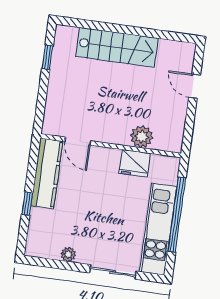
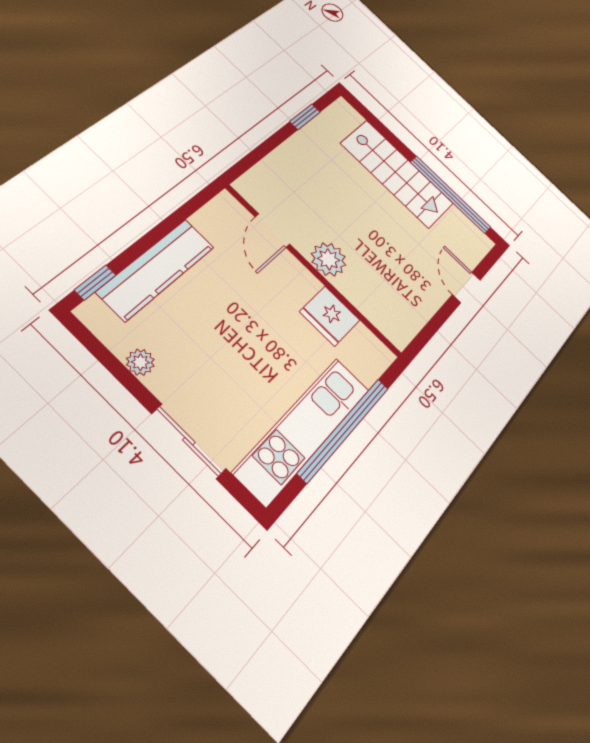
window: (154, 33) -> (450, 195), added
plant: (142, 137) -> (329, 259), moved
kitchen counter: (47, 173) -> (156, 269), moved
window: (27, 204) -> (95, 283), moved

